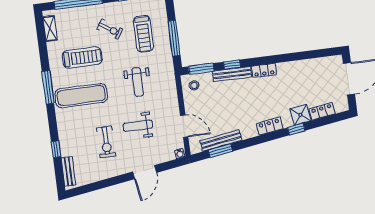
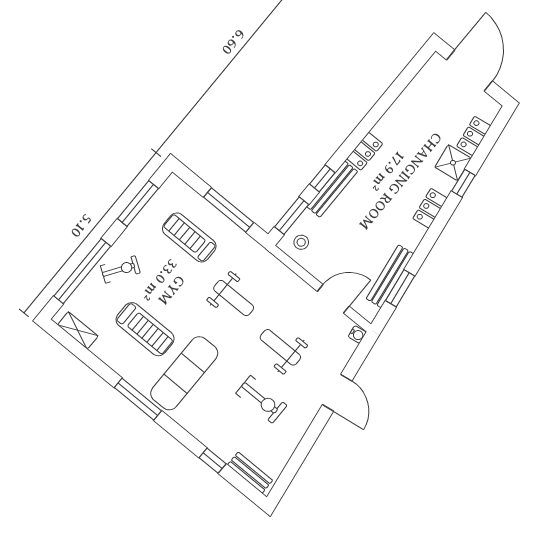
exercise bike: (110, 29) -> (120, 269), moved
treadmill: (143, 34) -> (189, 237), turned 180
treadmill: (82, 58) -> (145, 329), turned 90
weight bench: (138, 126) -> (280, 347), turned 90

